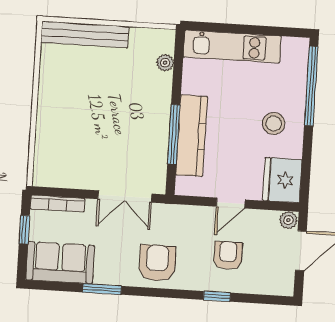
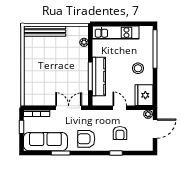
double door: (125, 196) -> (69, 108), swing flipped
door: (231, 203) -> (120, 108), swing flipped
armchair: (228, 256) -> (120, 133), turned 180
sofa: (60, 263) -> (45, 142), width x1.36
armchair: (157, 263) -> (86, 139), turned -90

